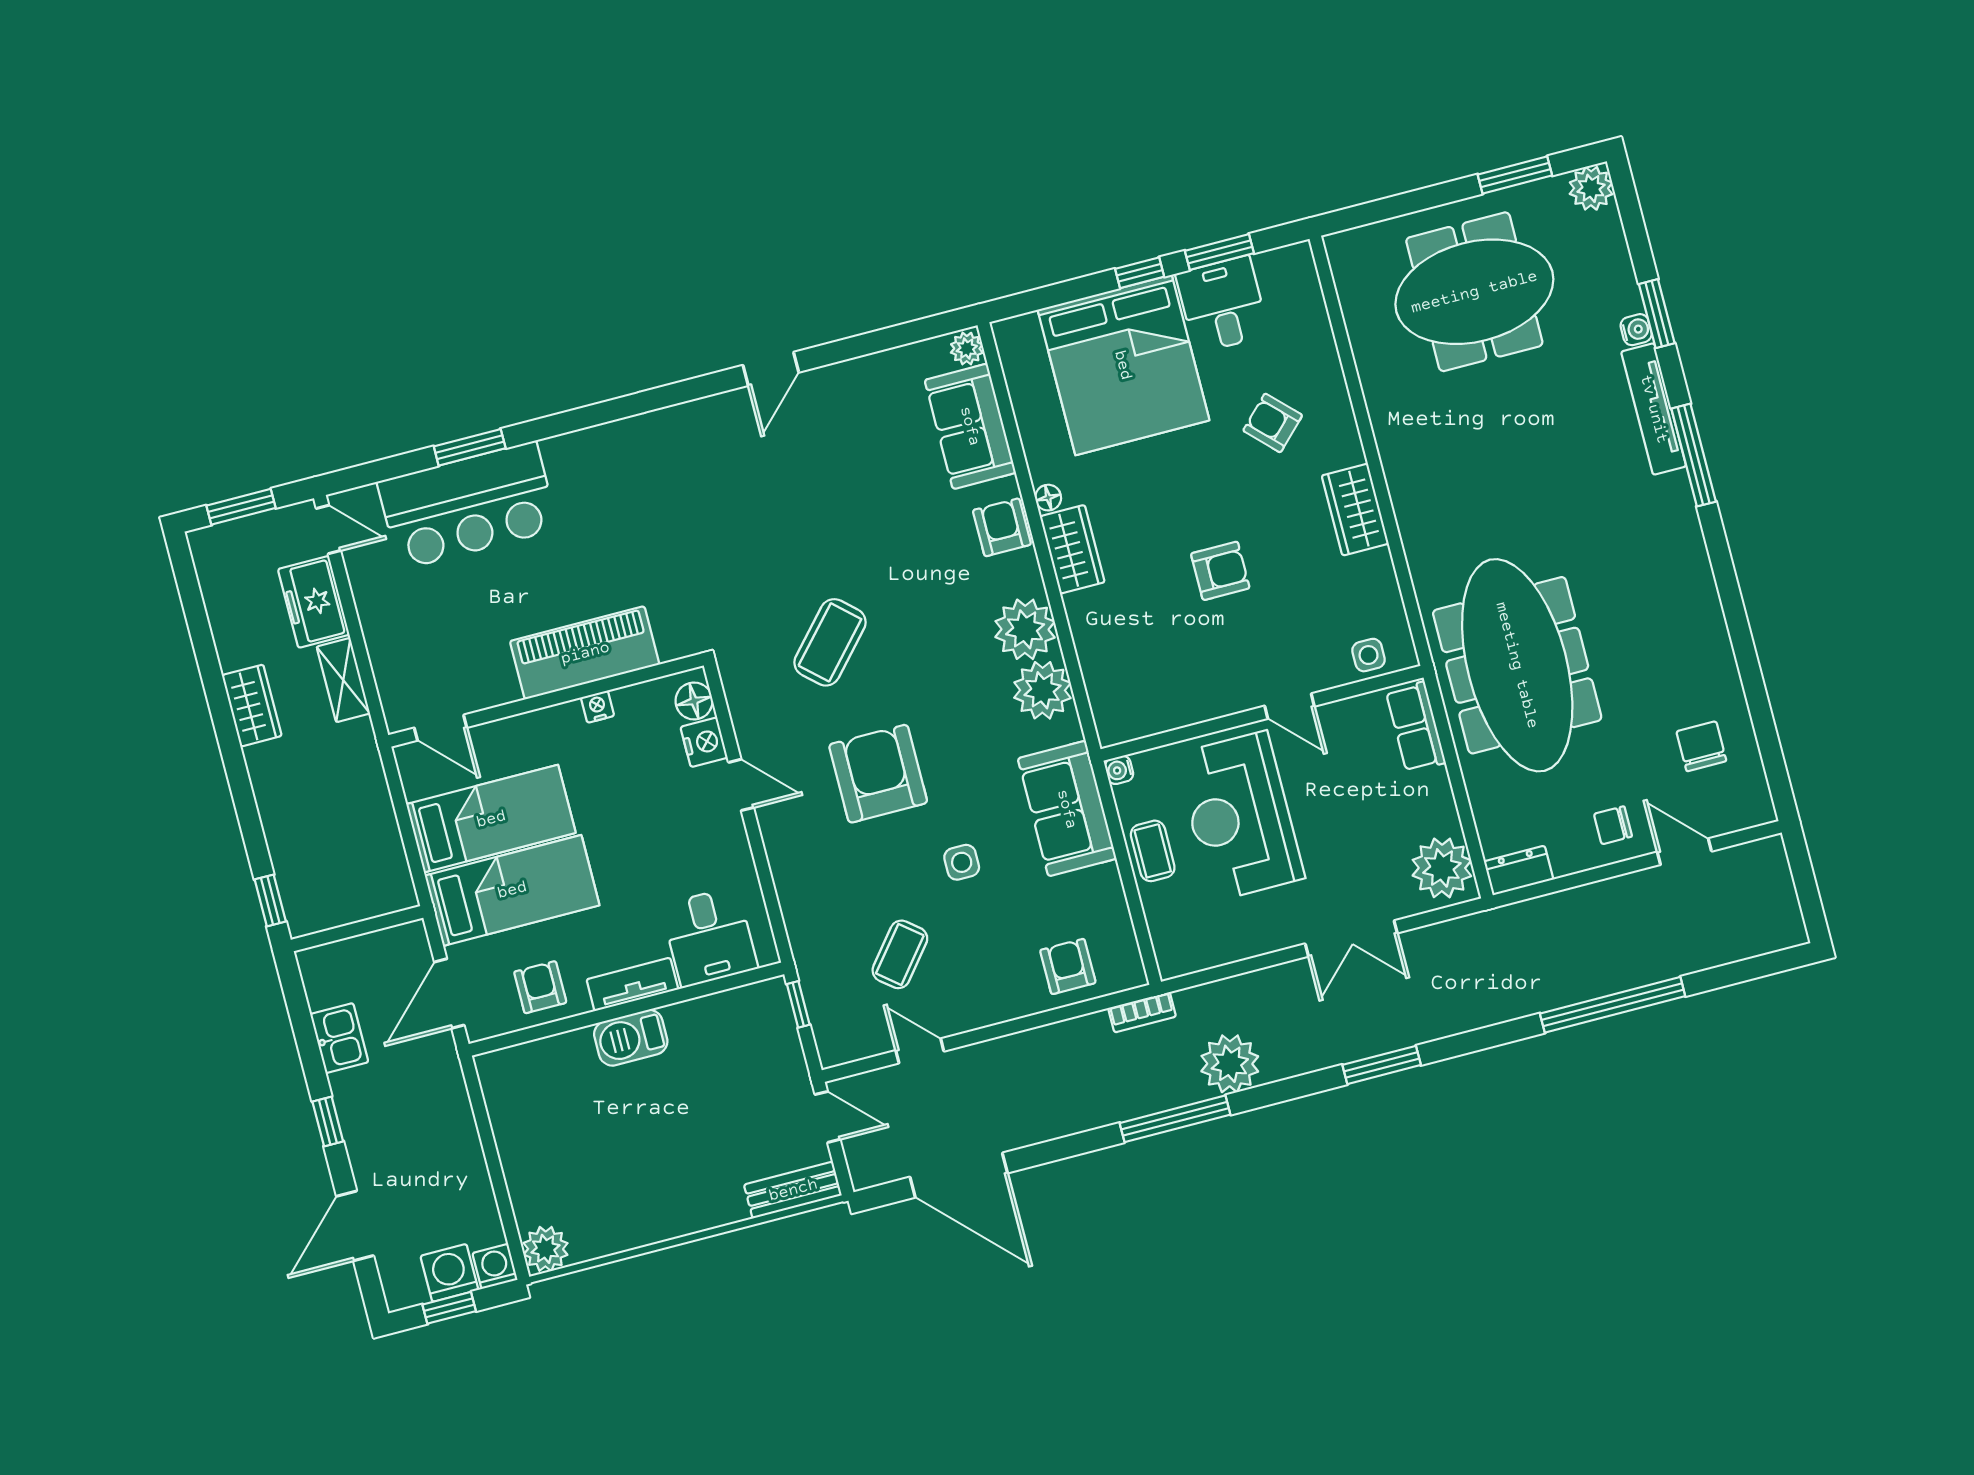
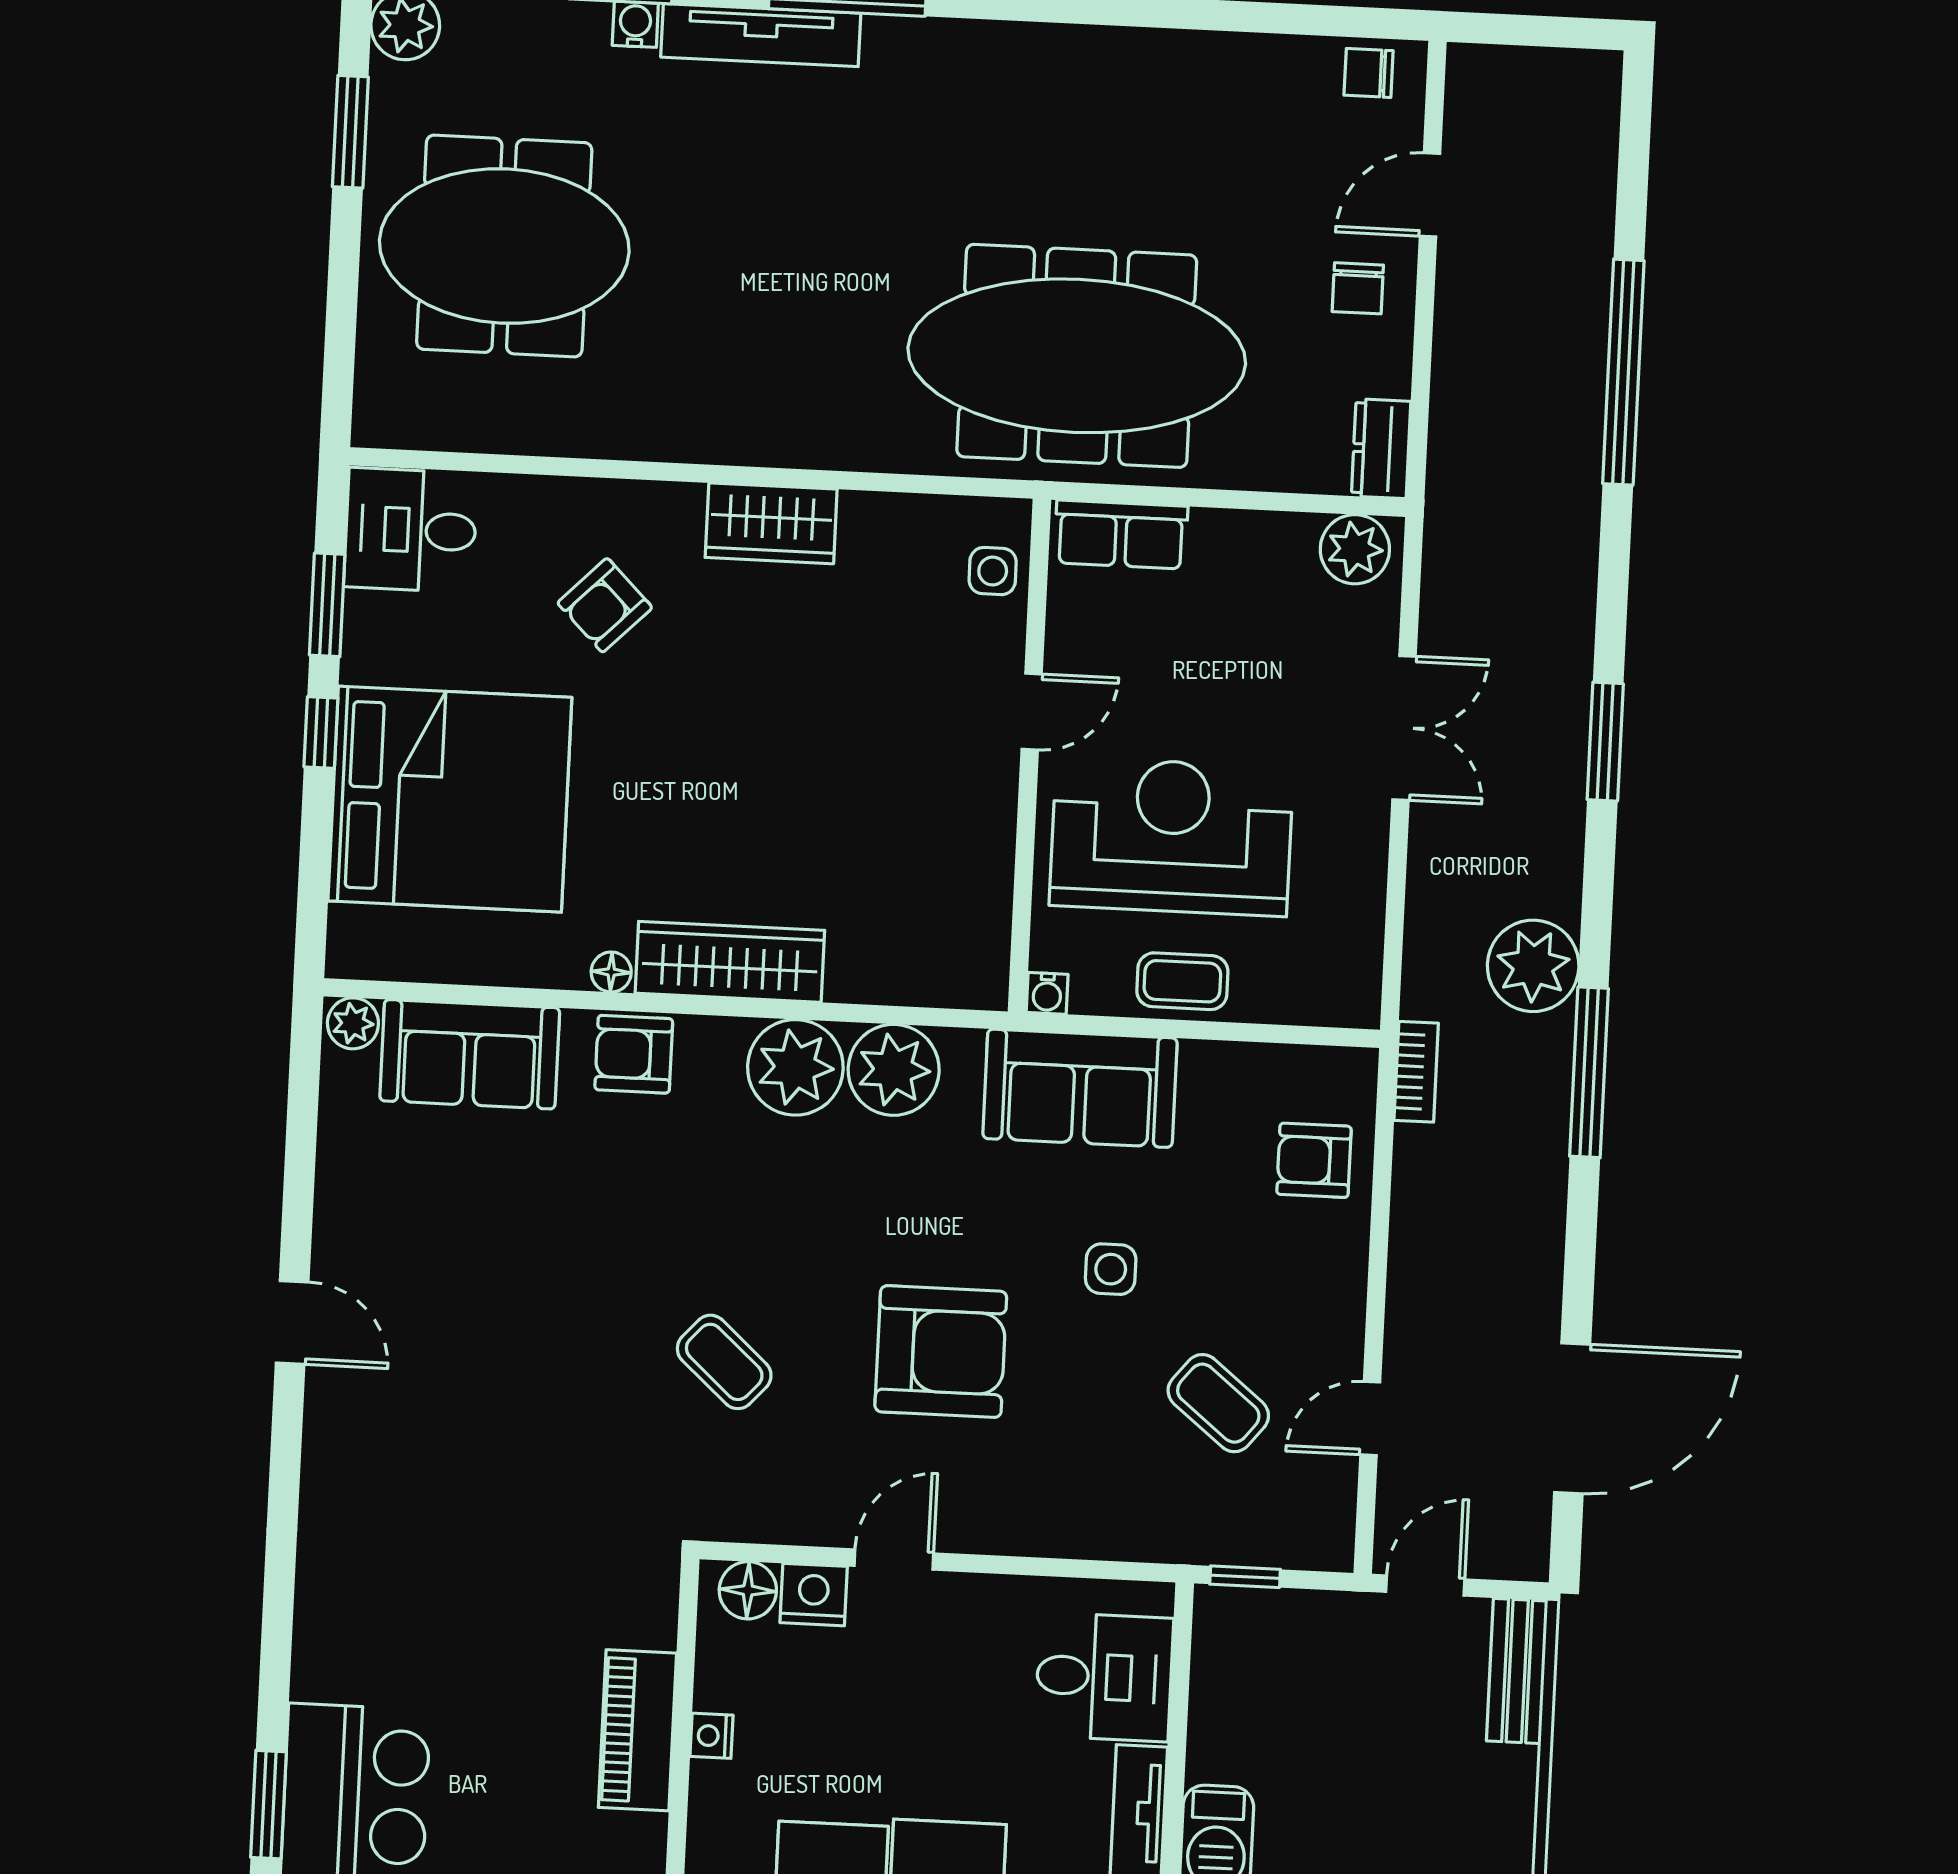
meeting table: (1474, 292) -> (504, 246), turned 90
desk: (1222, 304) -> (411, 530), moved
wardrobe: (1072, 549) -> (730, 962), width x1.50
armchair: (1220, 571) -> (799, 751), removed
coffee table: (830, 642) -> (724, 1362), width x0.73, depth x0.77
piano: (585, 653) -> (637, 1730), width x0.73, depth x0.75
chair: (1701, 746) -> (1369, 73), moved, width x0.73, depth x0.73
armchair: (878, 774) -> (941, 1352), turned 180
reception desk: (1240, 816) -> (1171, 836), turned 180
plant: (1442, 868) -> (1355, 549), width x0.73, depth x0.73

